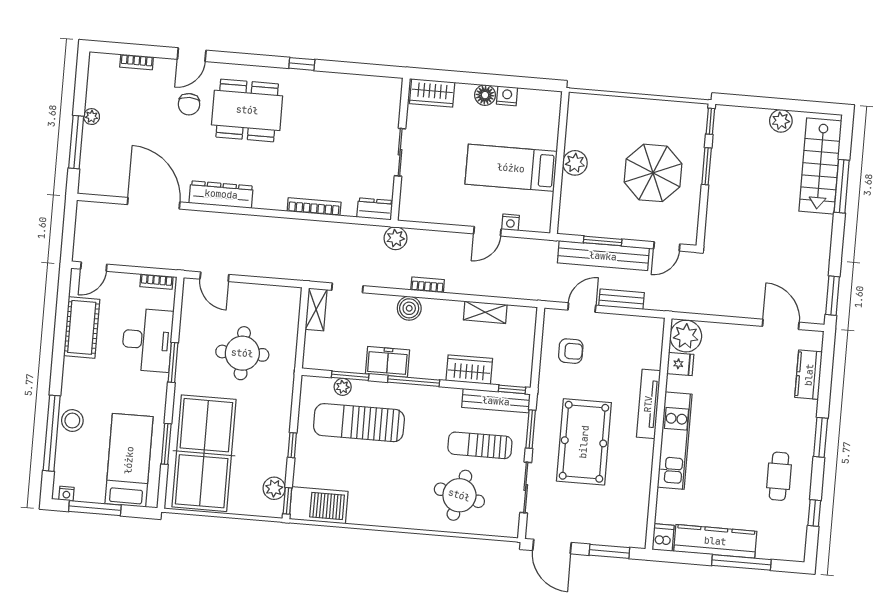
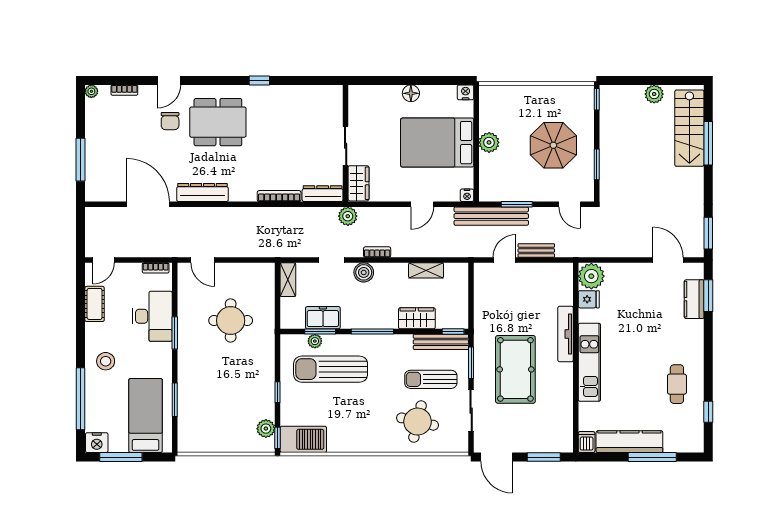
wardrobe: (432, 93) -> (358, 183), moved, turned -90
nightstand: (507, 96) -> (466, 92), moved
plant: (92, 117) -> (91, 91), moved
window: (707, 166) -> (597, 164), moved
bed: (511, 168) -> (437, 143), width x1.50
dresser: (375, 209) -> (323, 194), width x1.44
nightstand: (510, 222) -> (467, 195), moved
door: (667, 246) -> (570, 204), hinge flipped
bench: (603, 256) -> (491, 216), moved
doorway: (347, 288) -> (332, 260), moved
cot: (82, 327) -> (95, 304), width x0.73, depth x0.75
armchair: (571, 351) -> (498, 296), removed
freezer: (387, 362) -> (323, 318), moved
stool: (72, 421) -> (106, 361), moved
window: (821, 437) -> (708, 296), moved
table tennis table: (204, 453) -> (206, 405), removed
nightstand: (66, 494) -> (97, 443), width x1.89, depth x1.79

